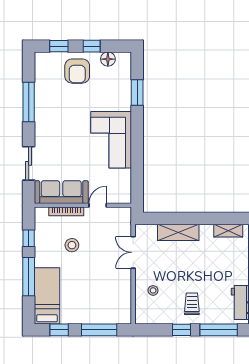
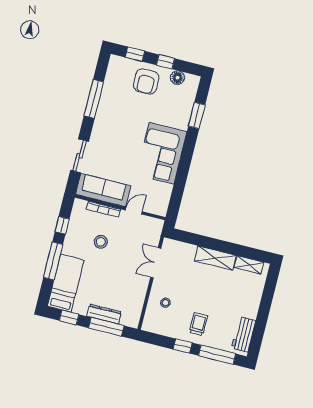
shelving: (178, 232) -> (215, 258), moved
dresser: (94, 318) -> (104, 314), added

